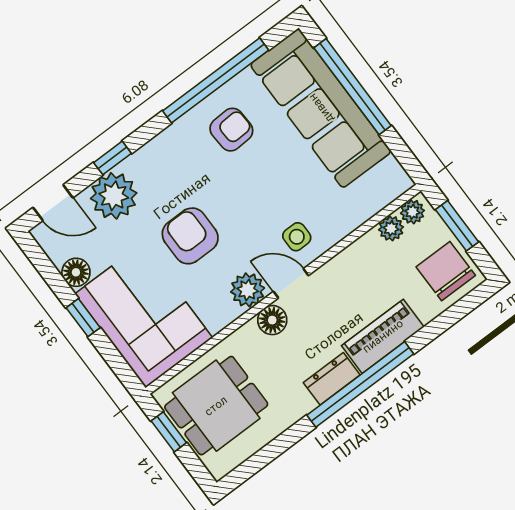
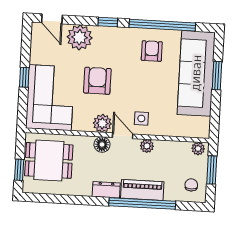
window: (353, 87) -> (217, 76), width x0.47
armchair: (231, 130) -> (152, 51), turned -87
window: (112, 158) -> (108, 22), moved
plant: (391, 228) -> (147, 146), moved
chair: (446, 271) -> (191, 185), width x0.54, depth x0.54
floor lamp: (76, 272) -> (37, 56), removed
window: (360, 384) -> (142, 204), moved
window: (169, 432) -> (19, 170), moved

